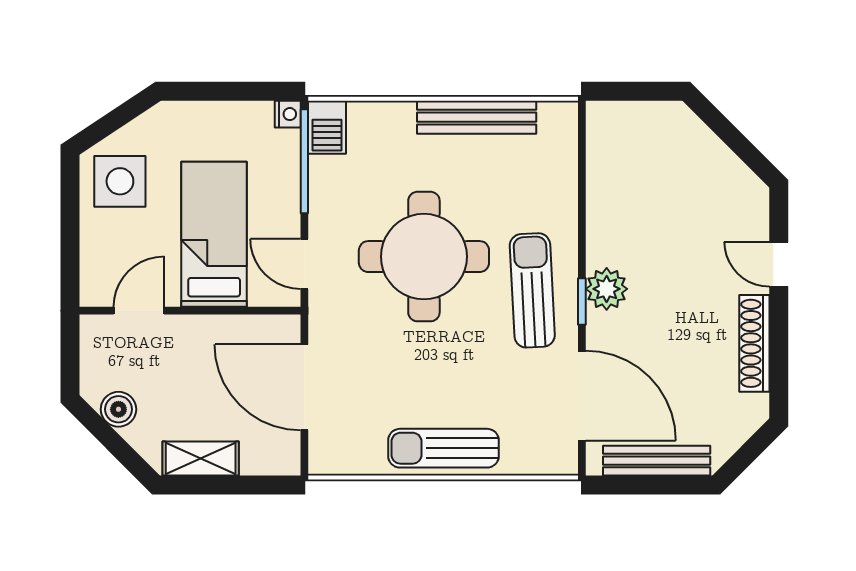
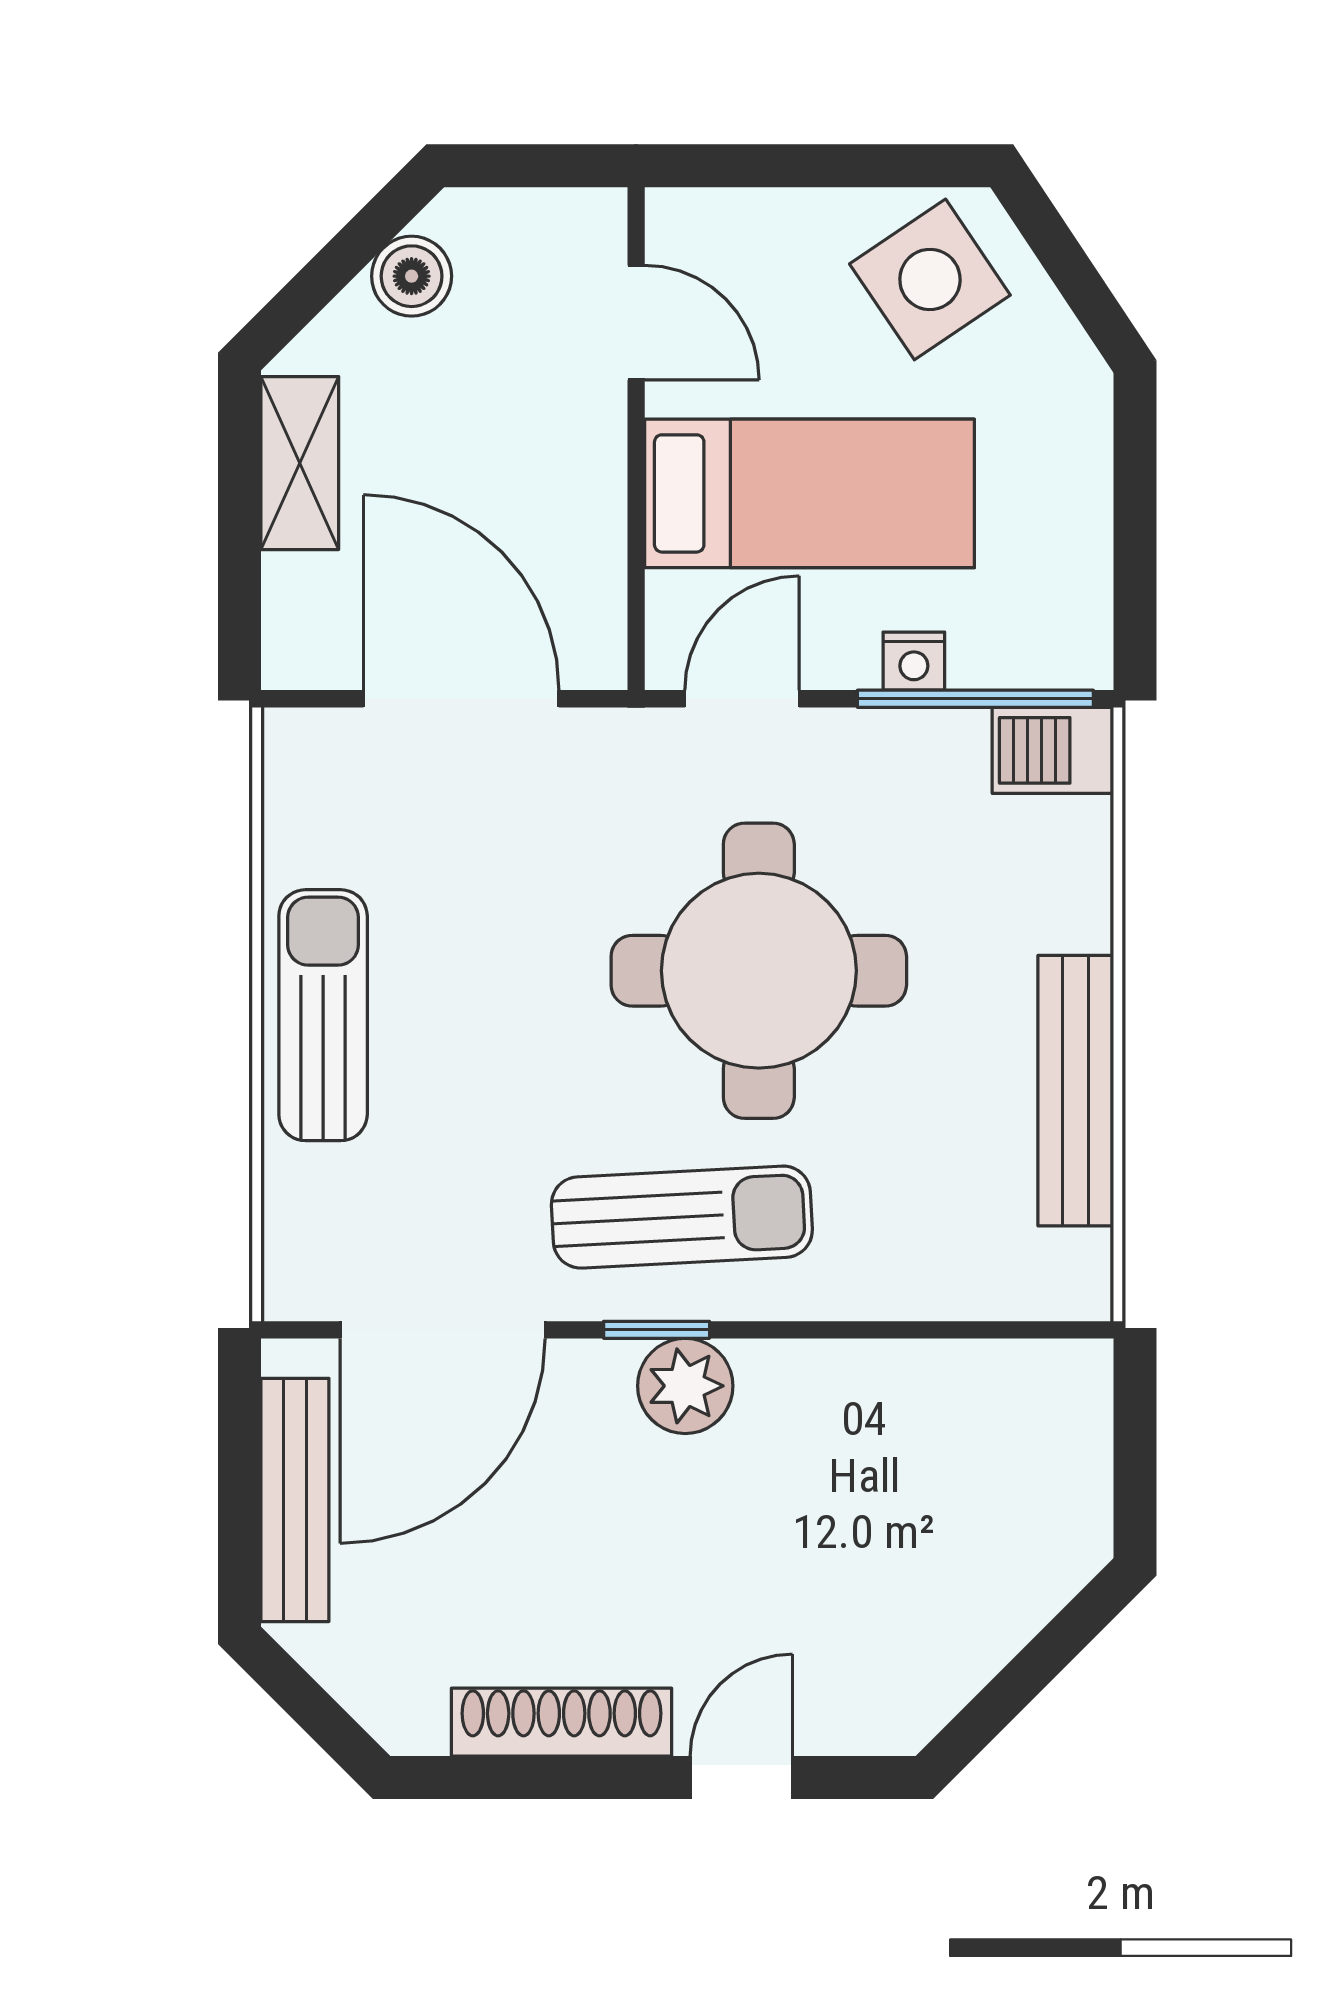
nightstand: (288, 114) -> (914, 661), moved
side table: (120, 181) -> (930, 279), turned -34
door: (304, 387) -> (461, 699), hinge flipped

